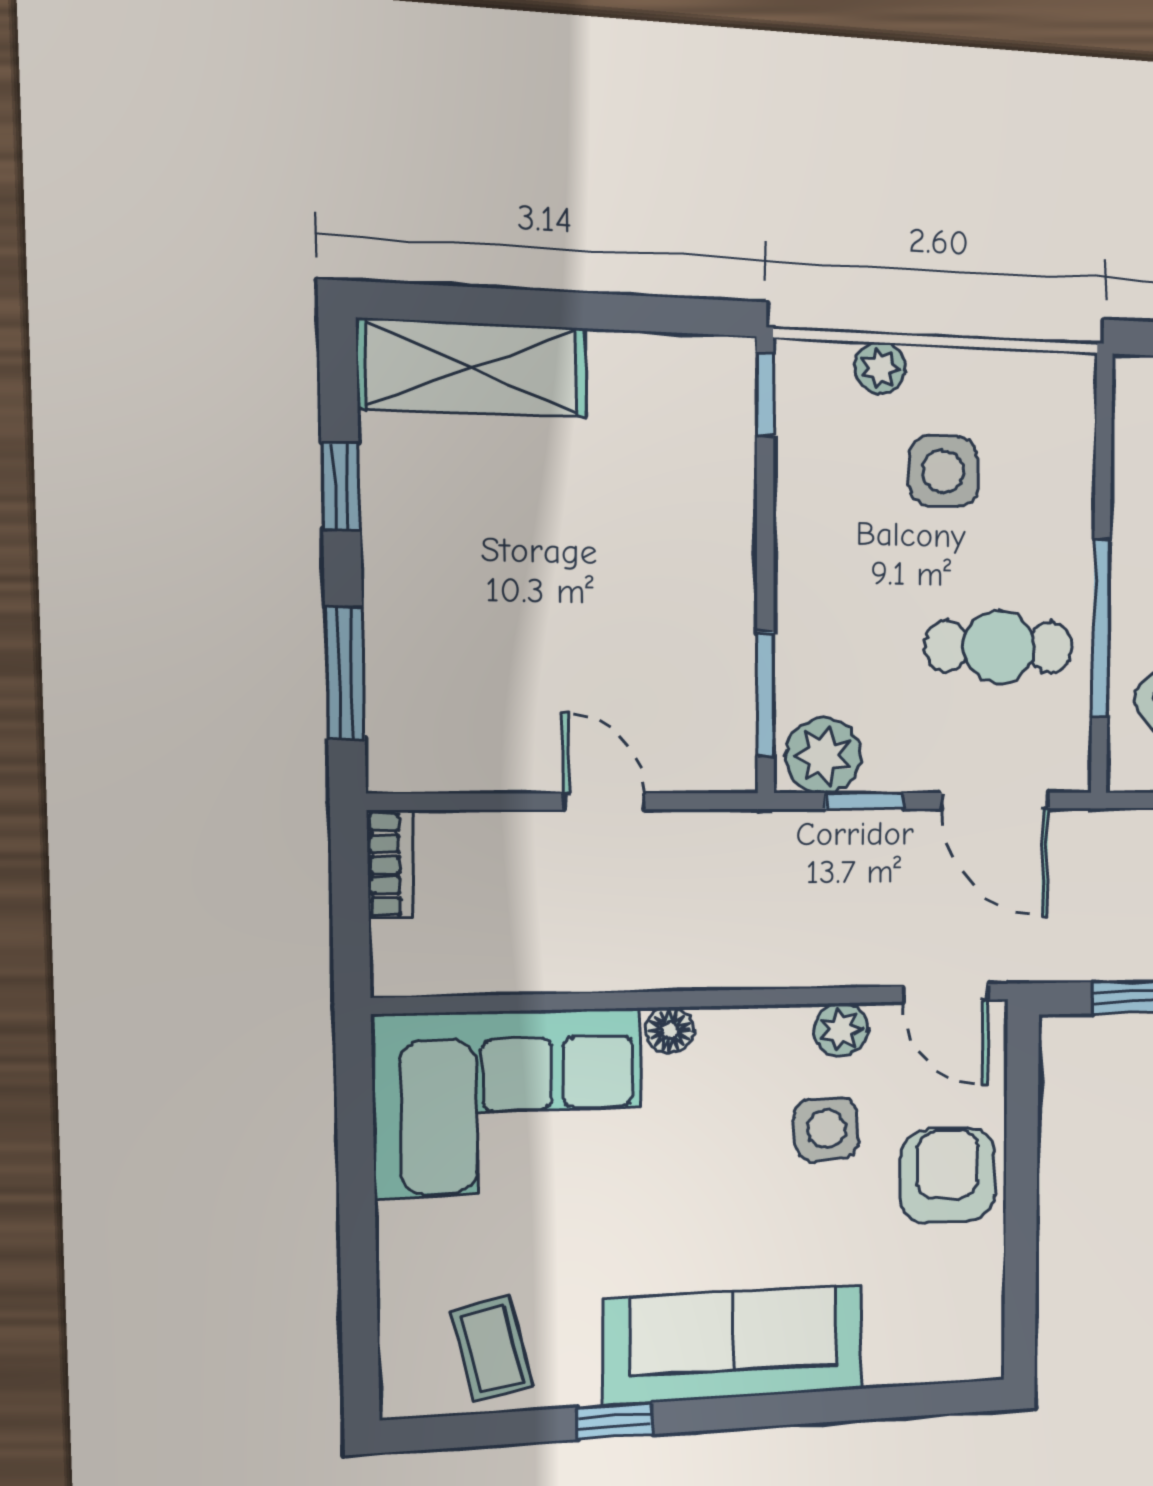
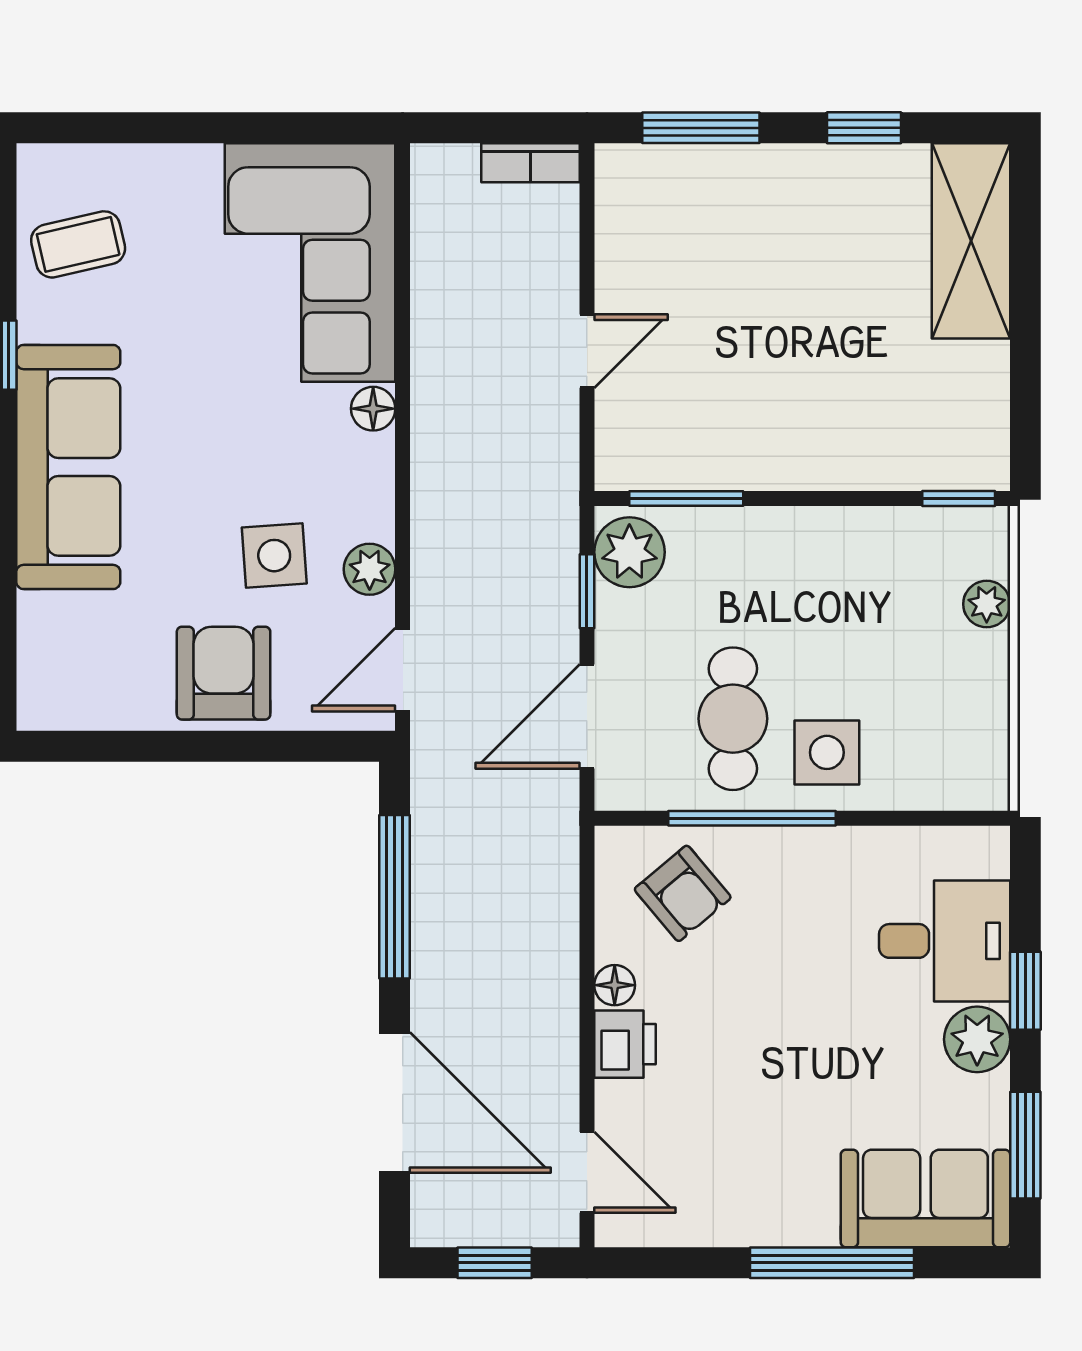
side table: (943, 471) -> (827, 752), moved
armchair: (948, 1176) -> (224, 673), turned -90

